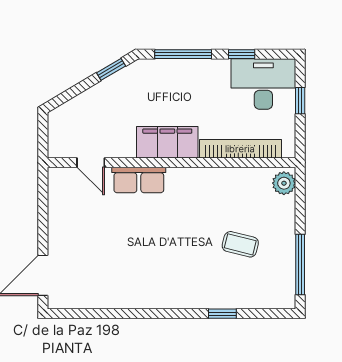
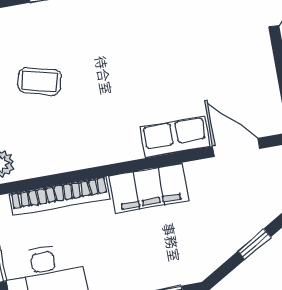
window: (111, 69) -> (254, 244), moved
door: (91, 163) -> (236, 147), width x1.38

